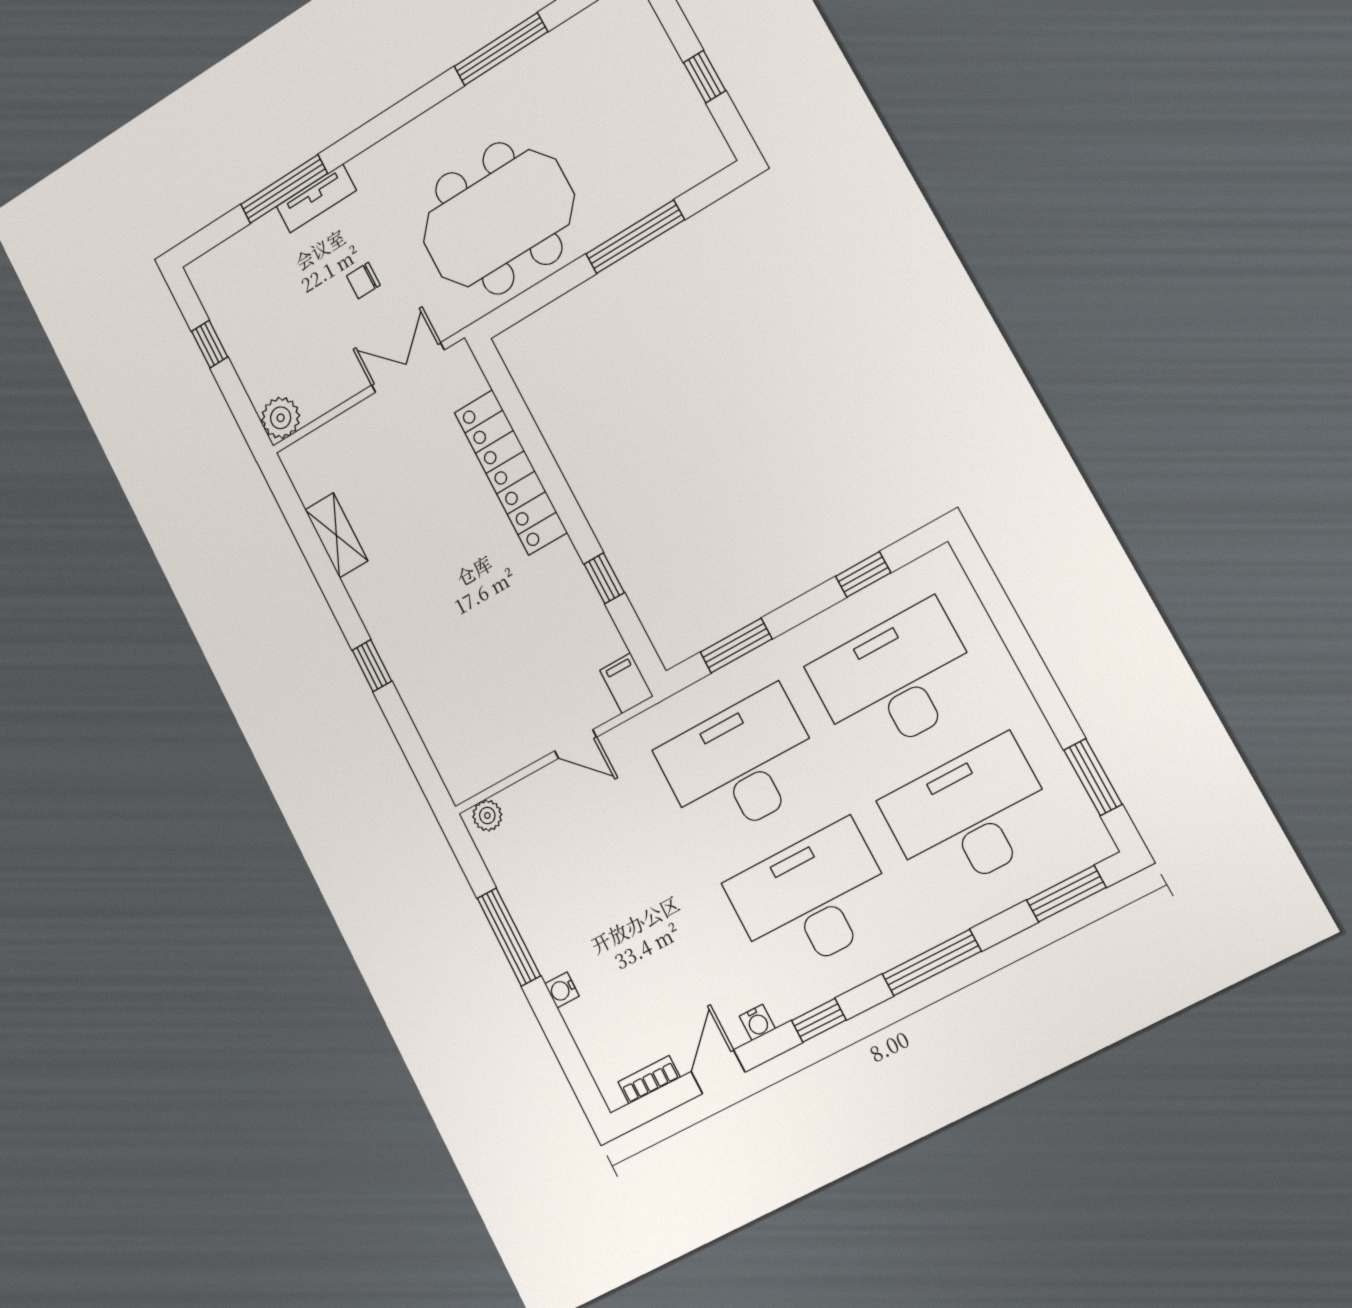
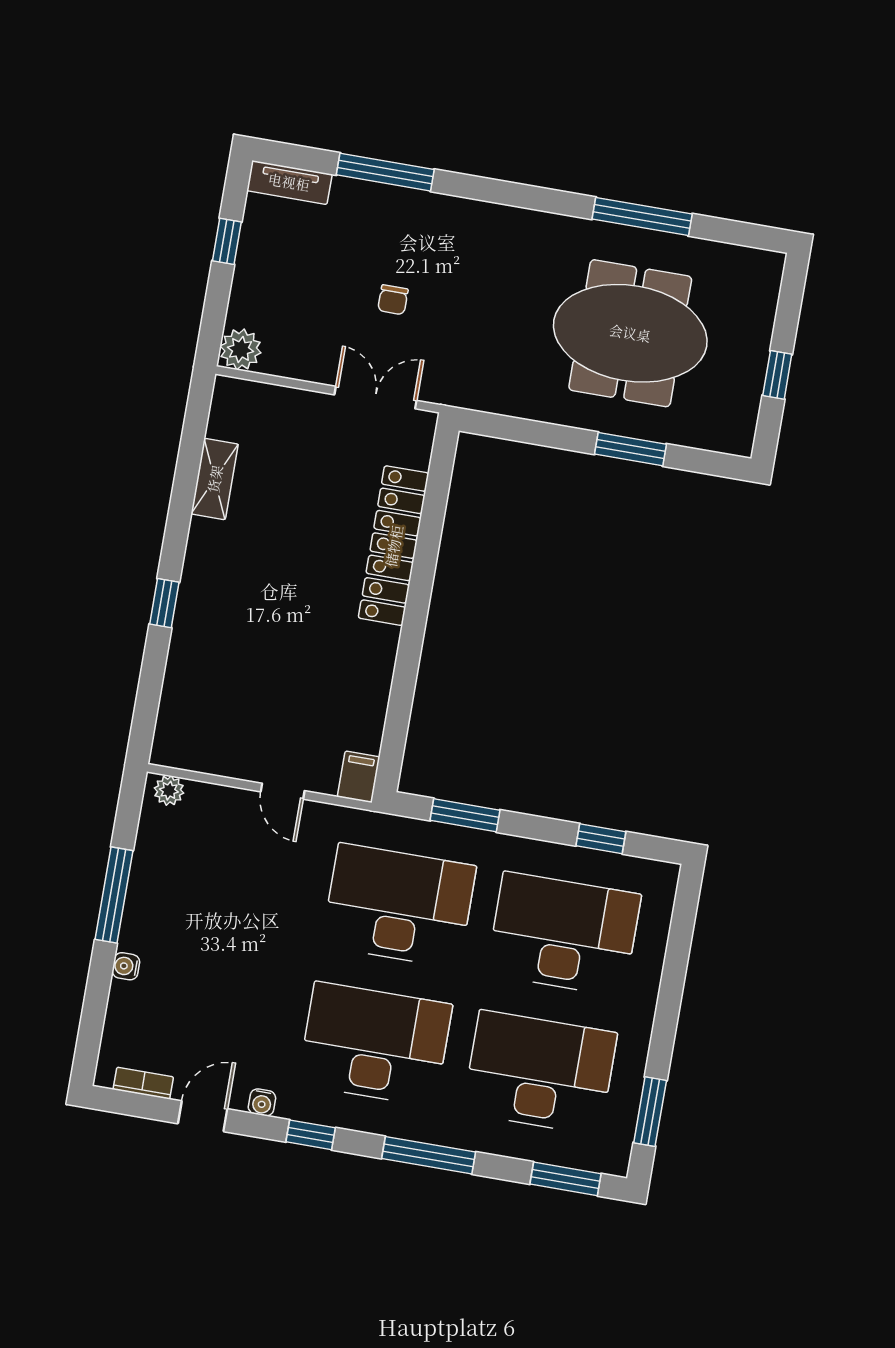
tv unit: (316, 198) -> (289, 182), moved
meeting table: (498, 218) -> (630, 333), moved
window: (635, 237) -> (631, 449), width x0.69
chair: (363, 281) -> (393, 300), turned -90
window: (604, 578) -> (403, 685), removed

